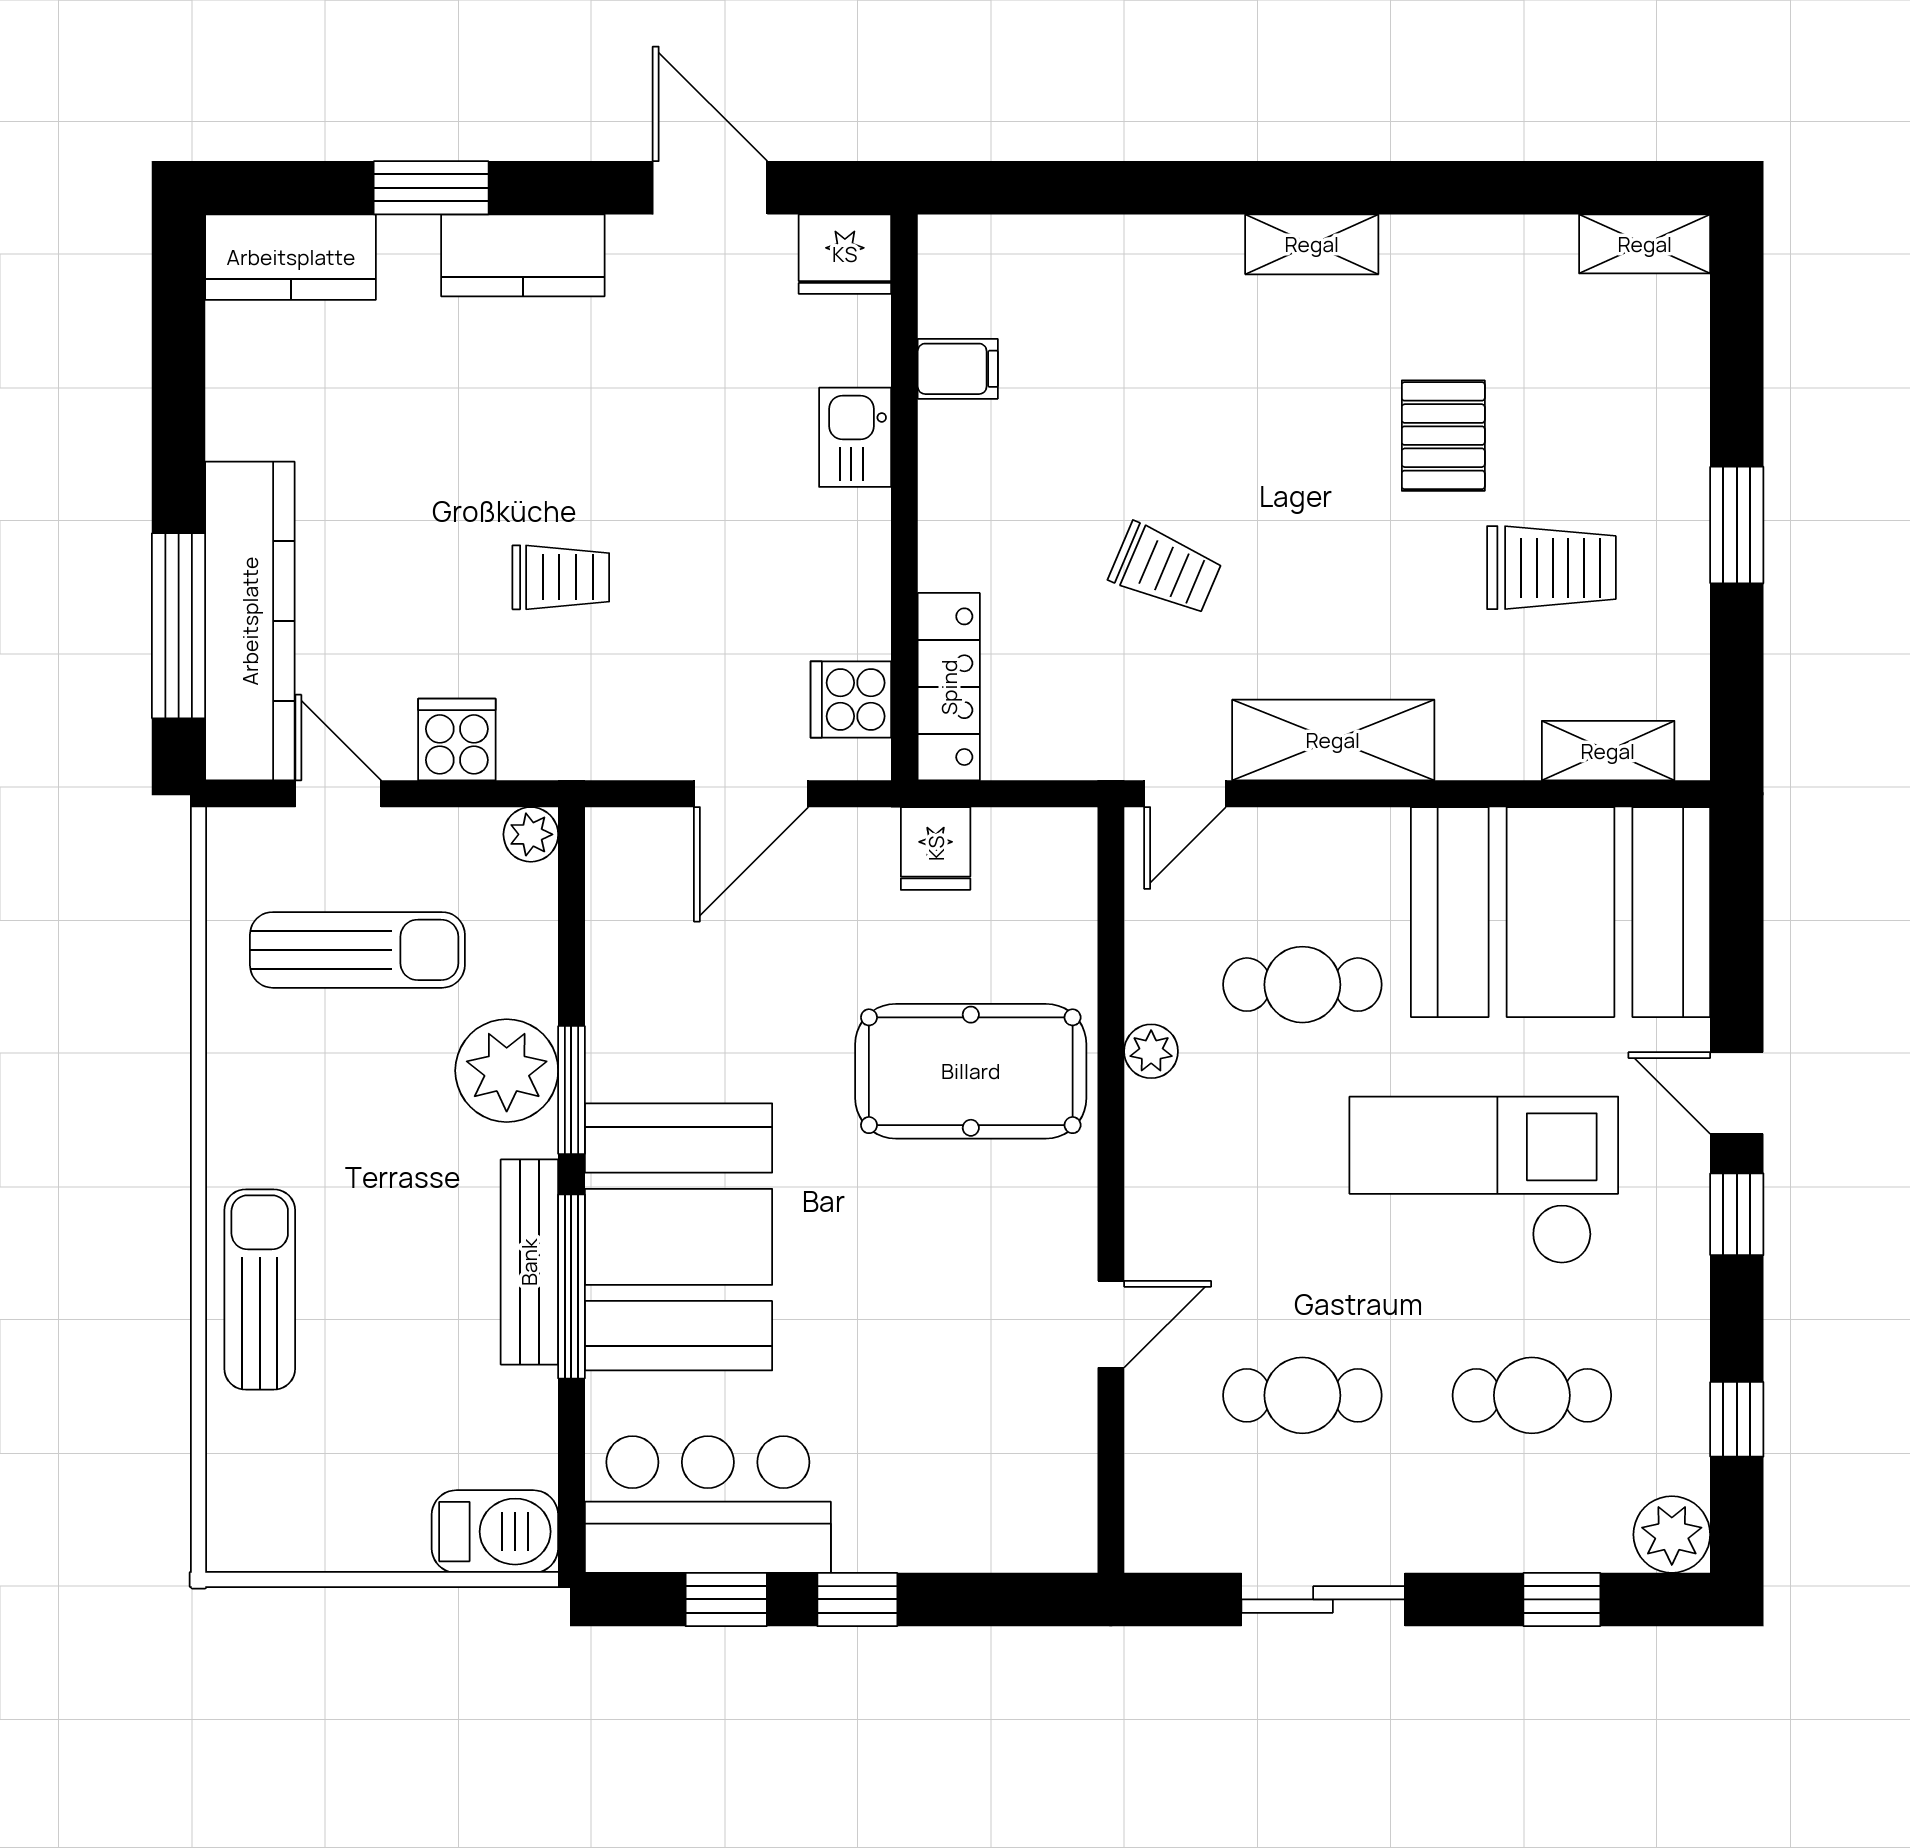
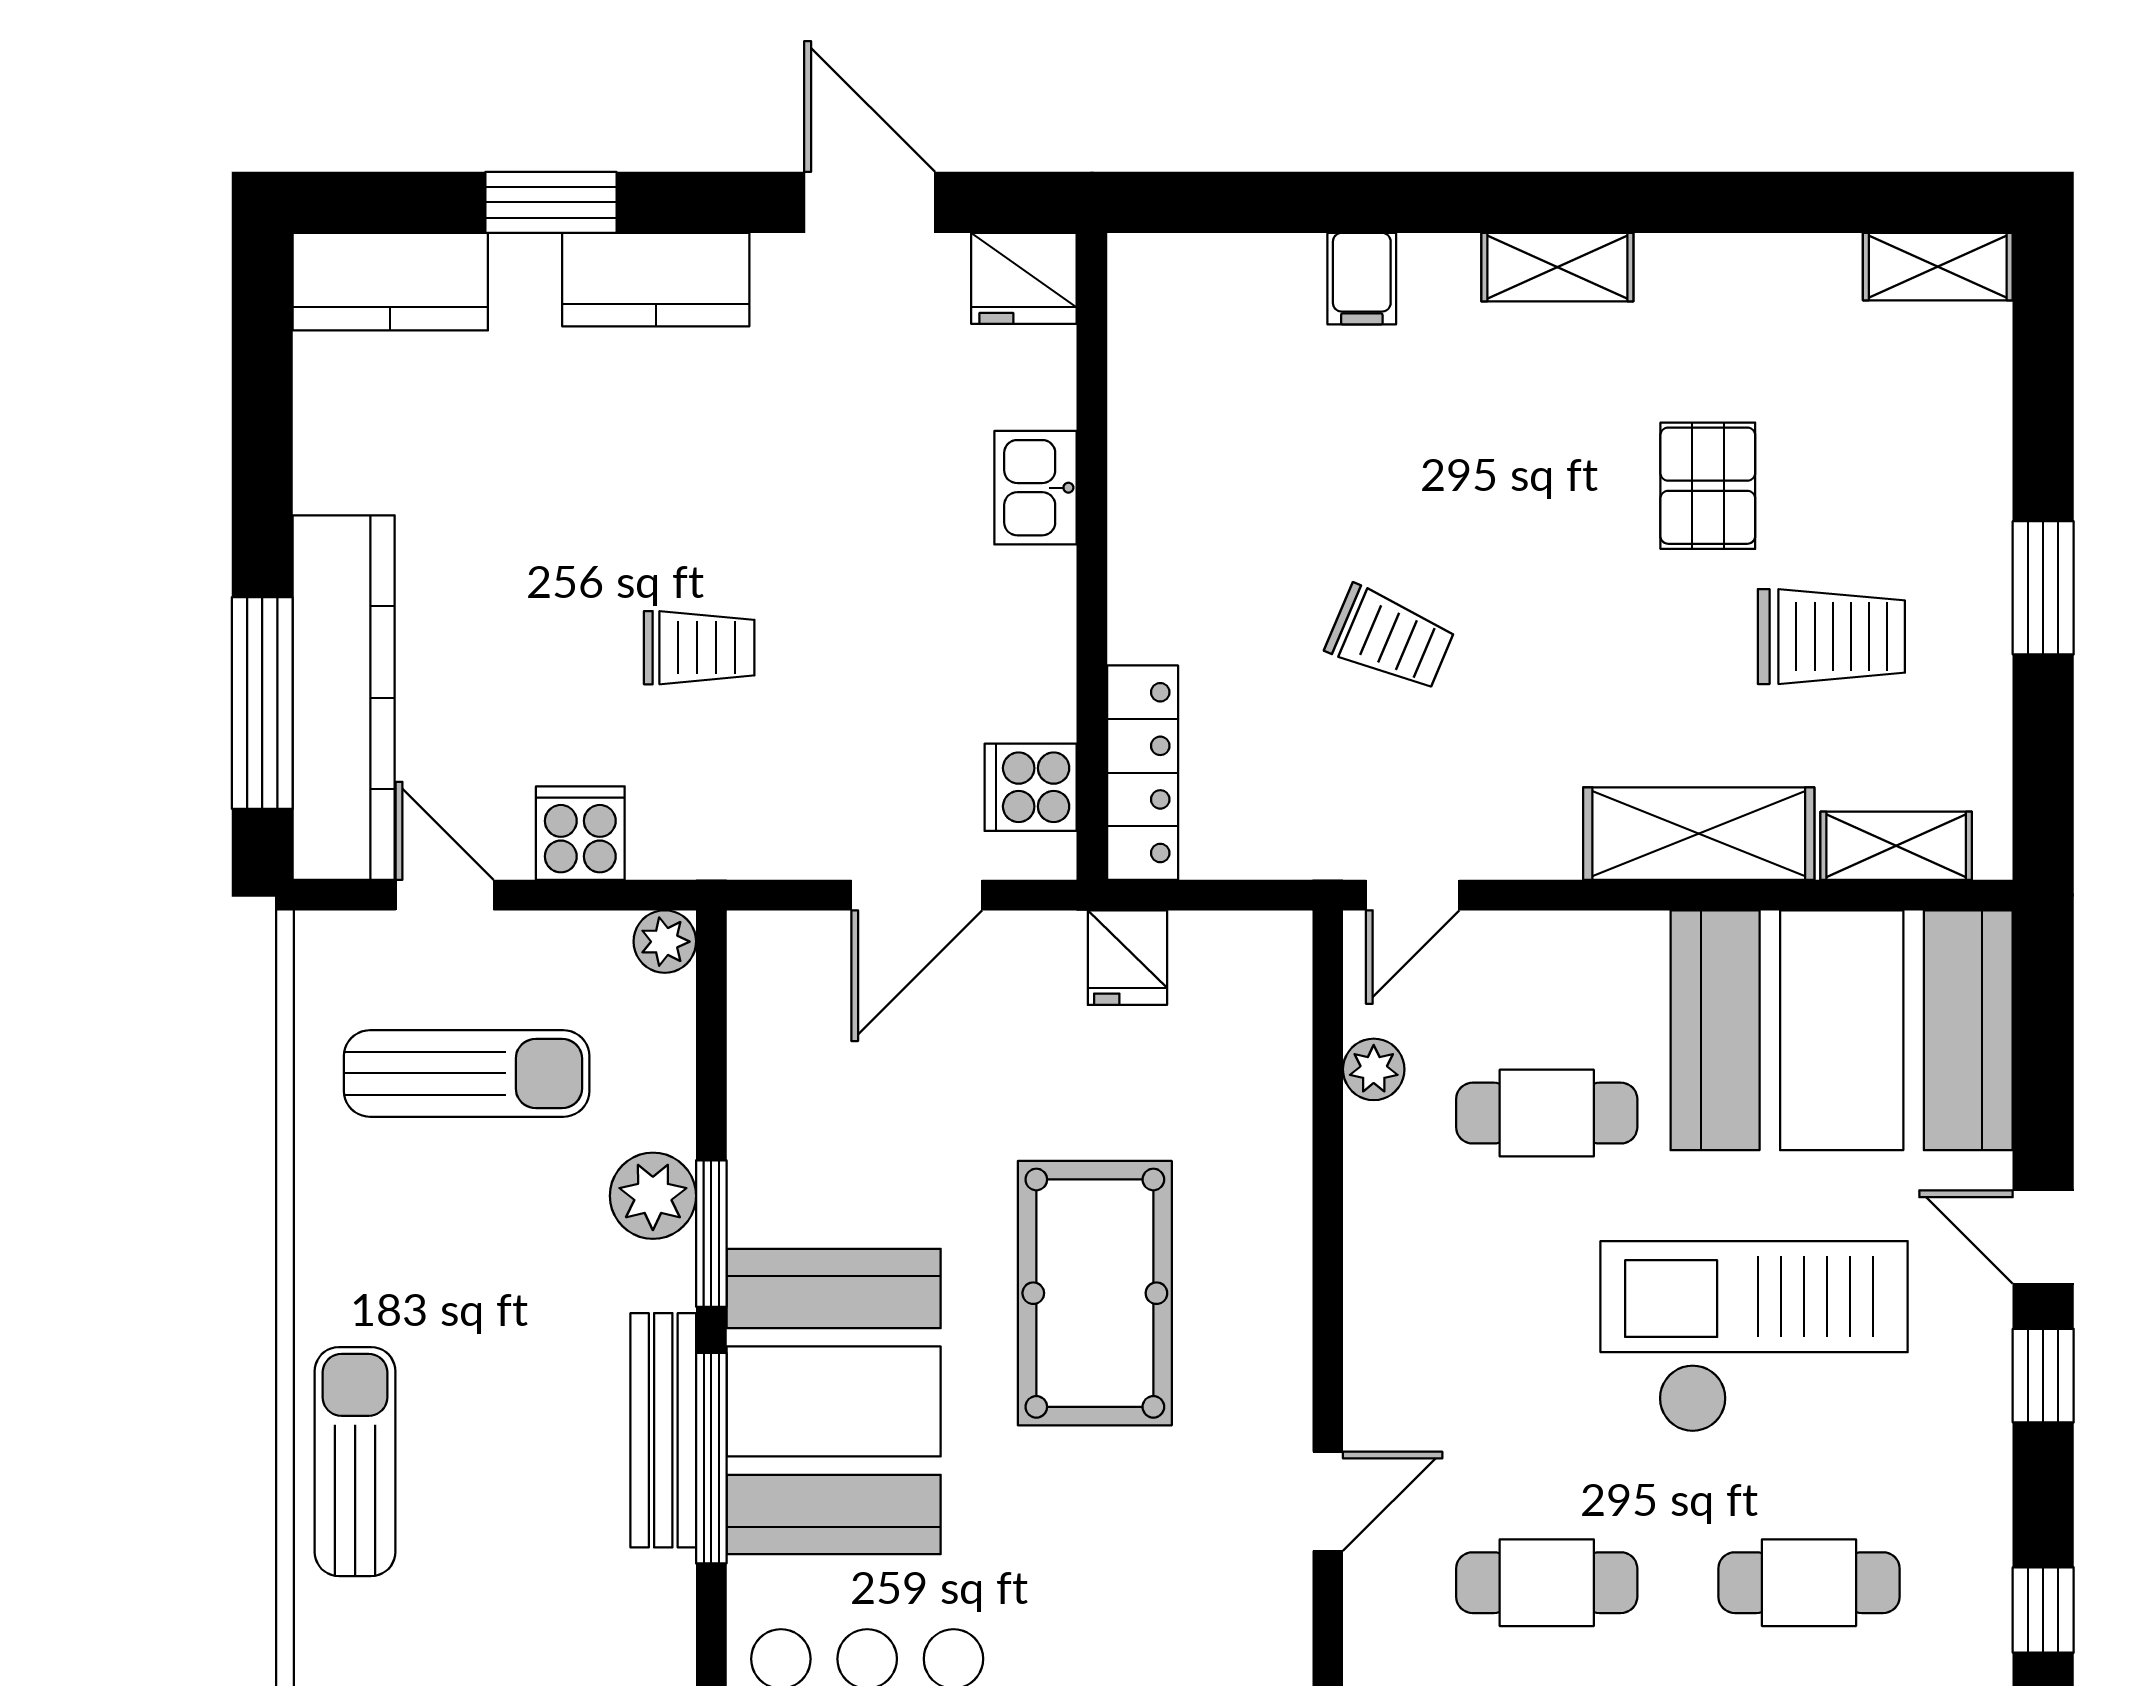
filing cabinet: (958, 369) -> (1362, 279), moved, turned 90
shelving: (1333, 740) -> (1699, 834), moved
plant: (1151, 1051) -> (1374, 1069), moved
plant: (507, 1071) -> (653, 1196), width x0.73, depth x0.73
pool table: (971, 1071) -> (1095, 1293), moved, turned 90

